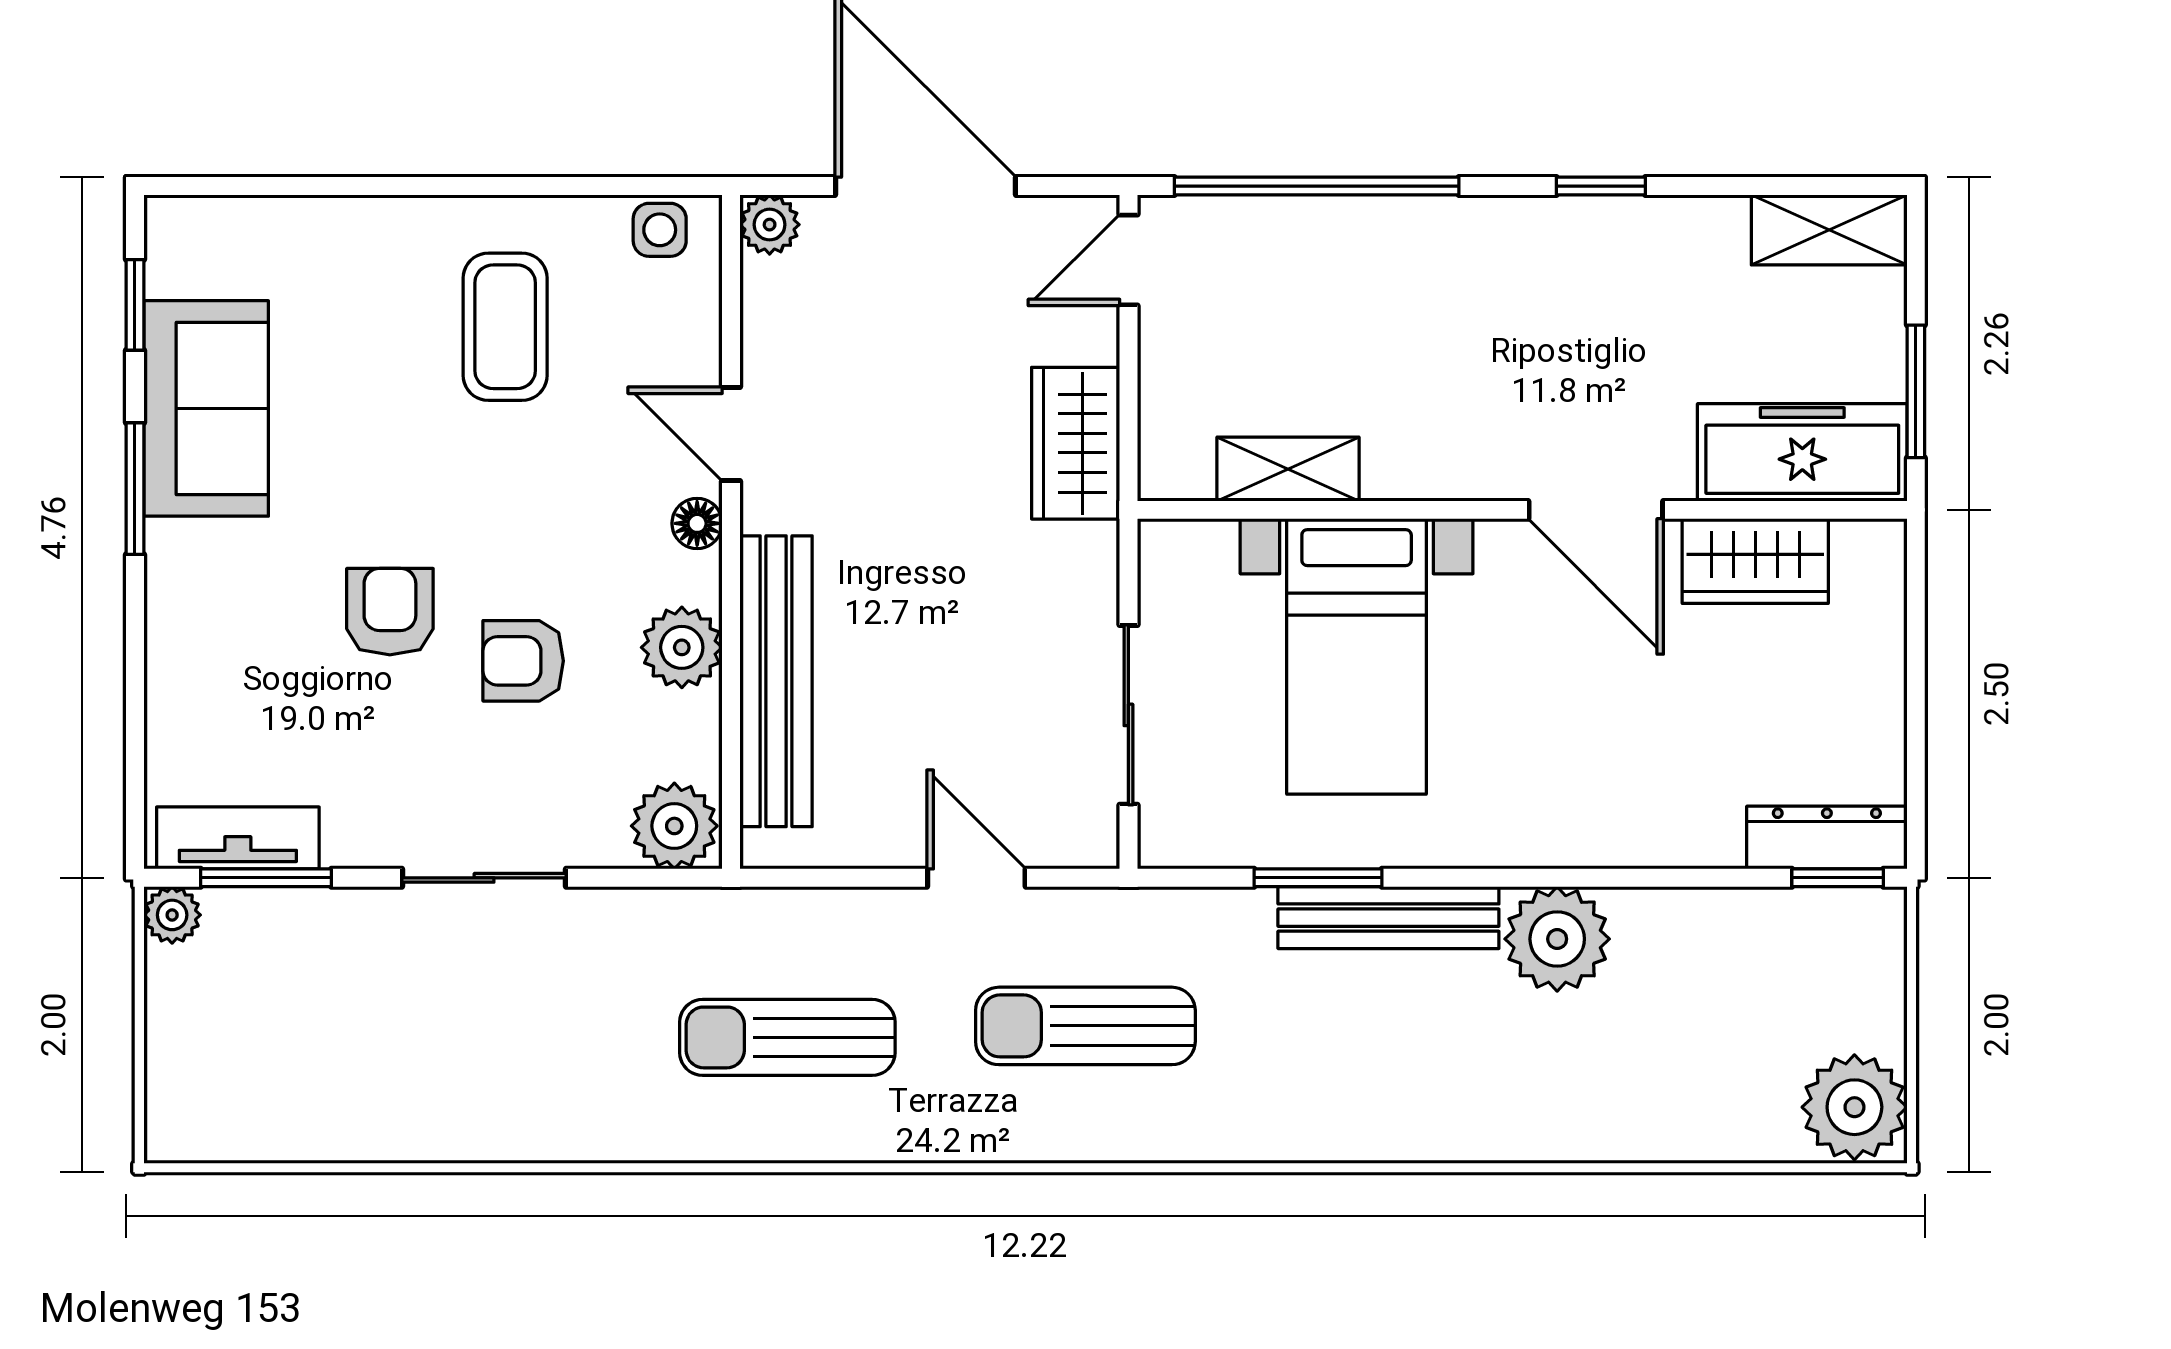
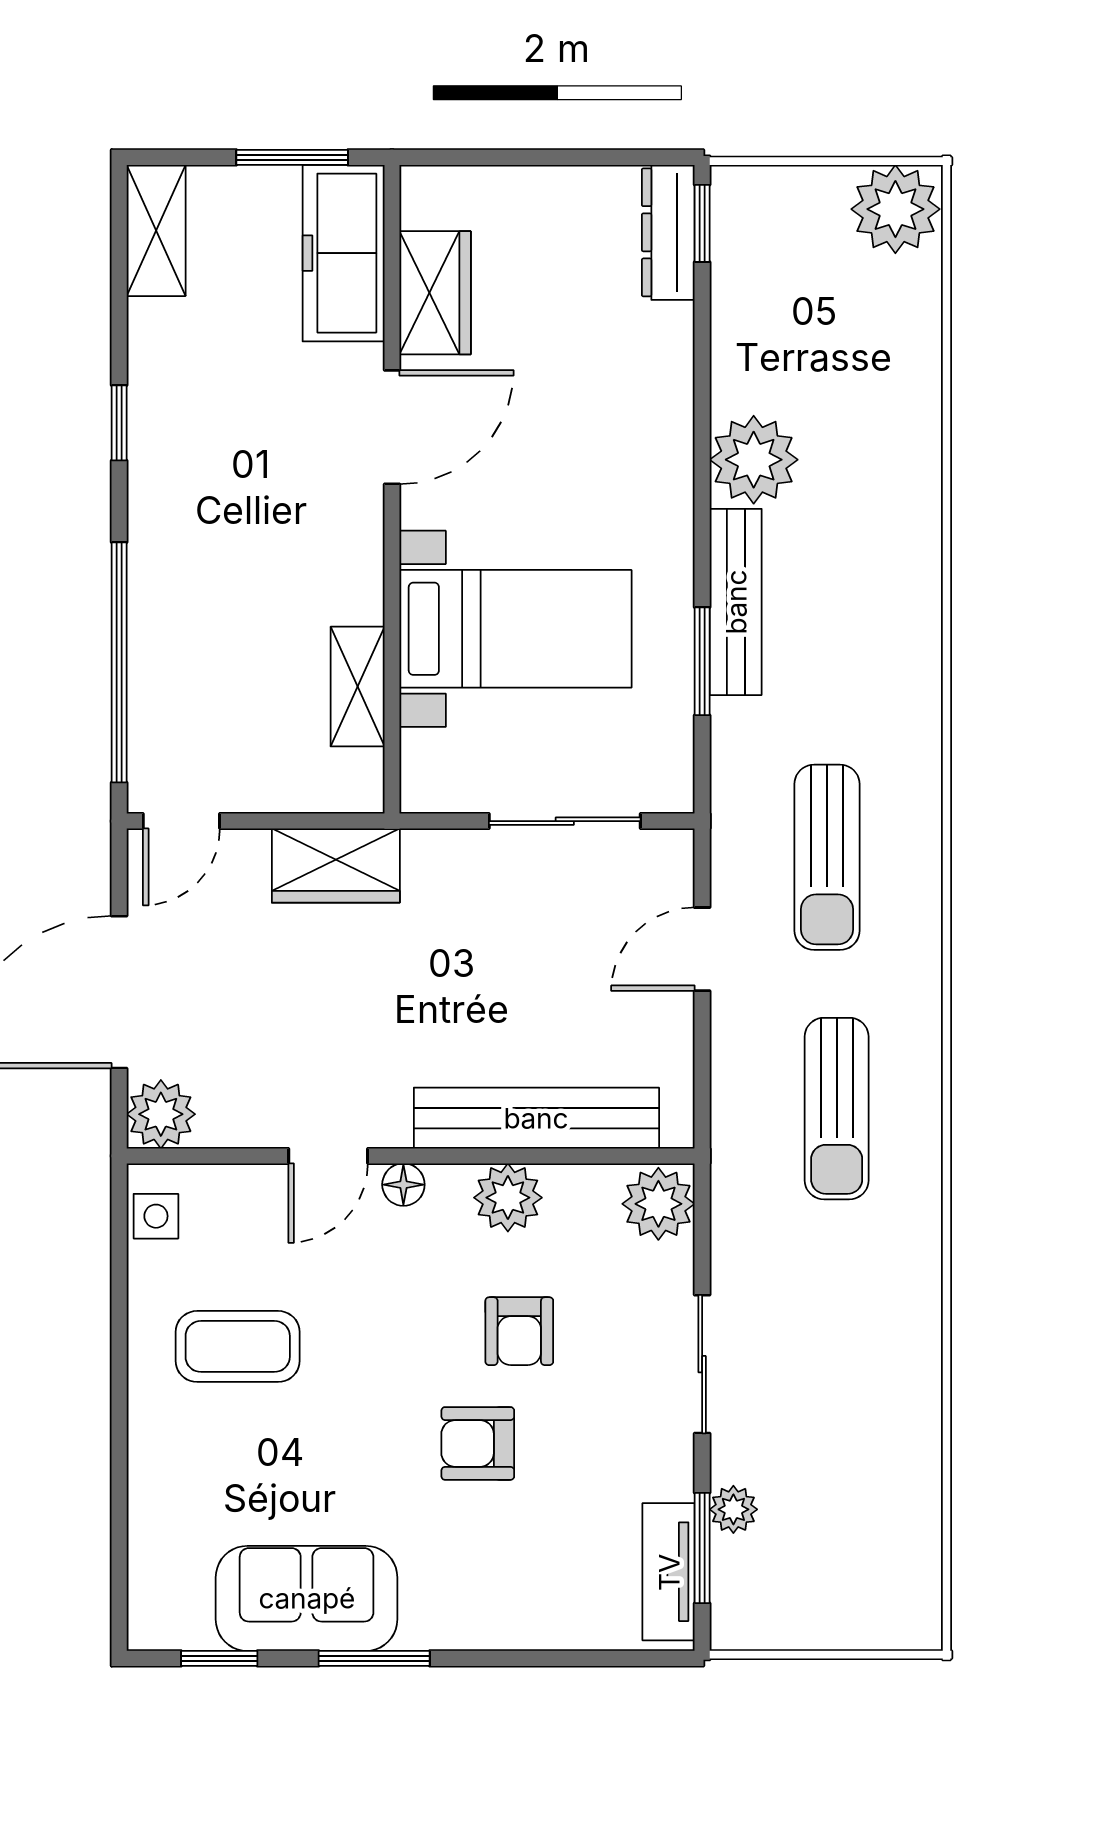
plant: (770, 225) -> (161, 1114), width x1.38, depth x1.38
door: (1128, 260) -> (181, 821), hinge flipped
plant: (172, 915) -> (733, 1509), moved

